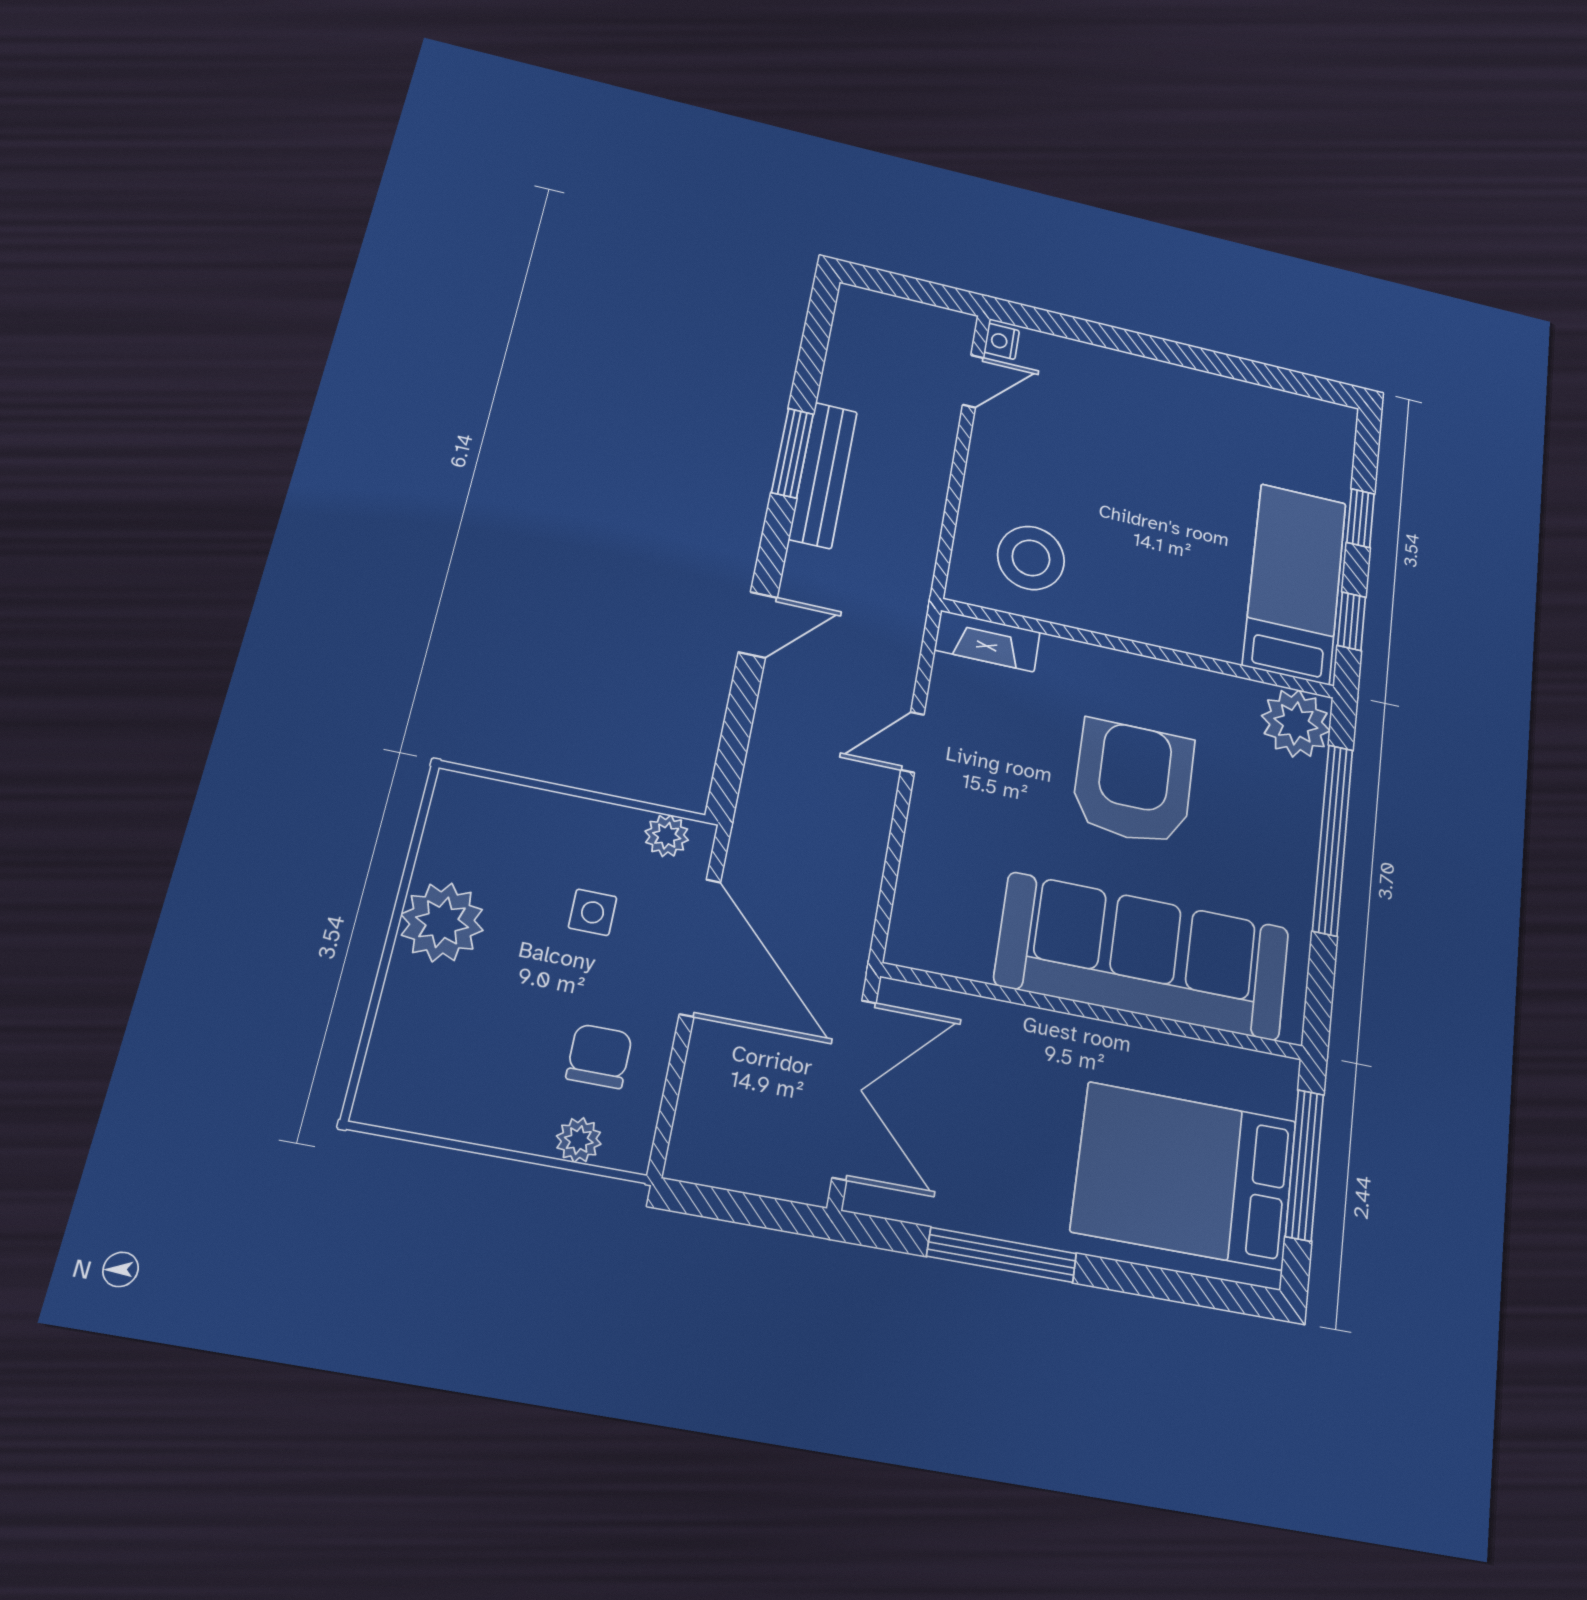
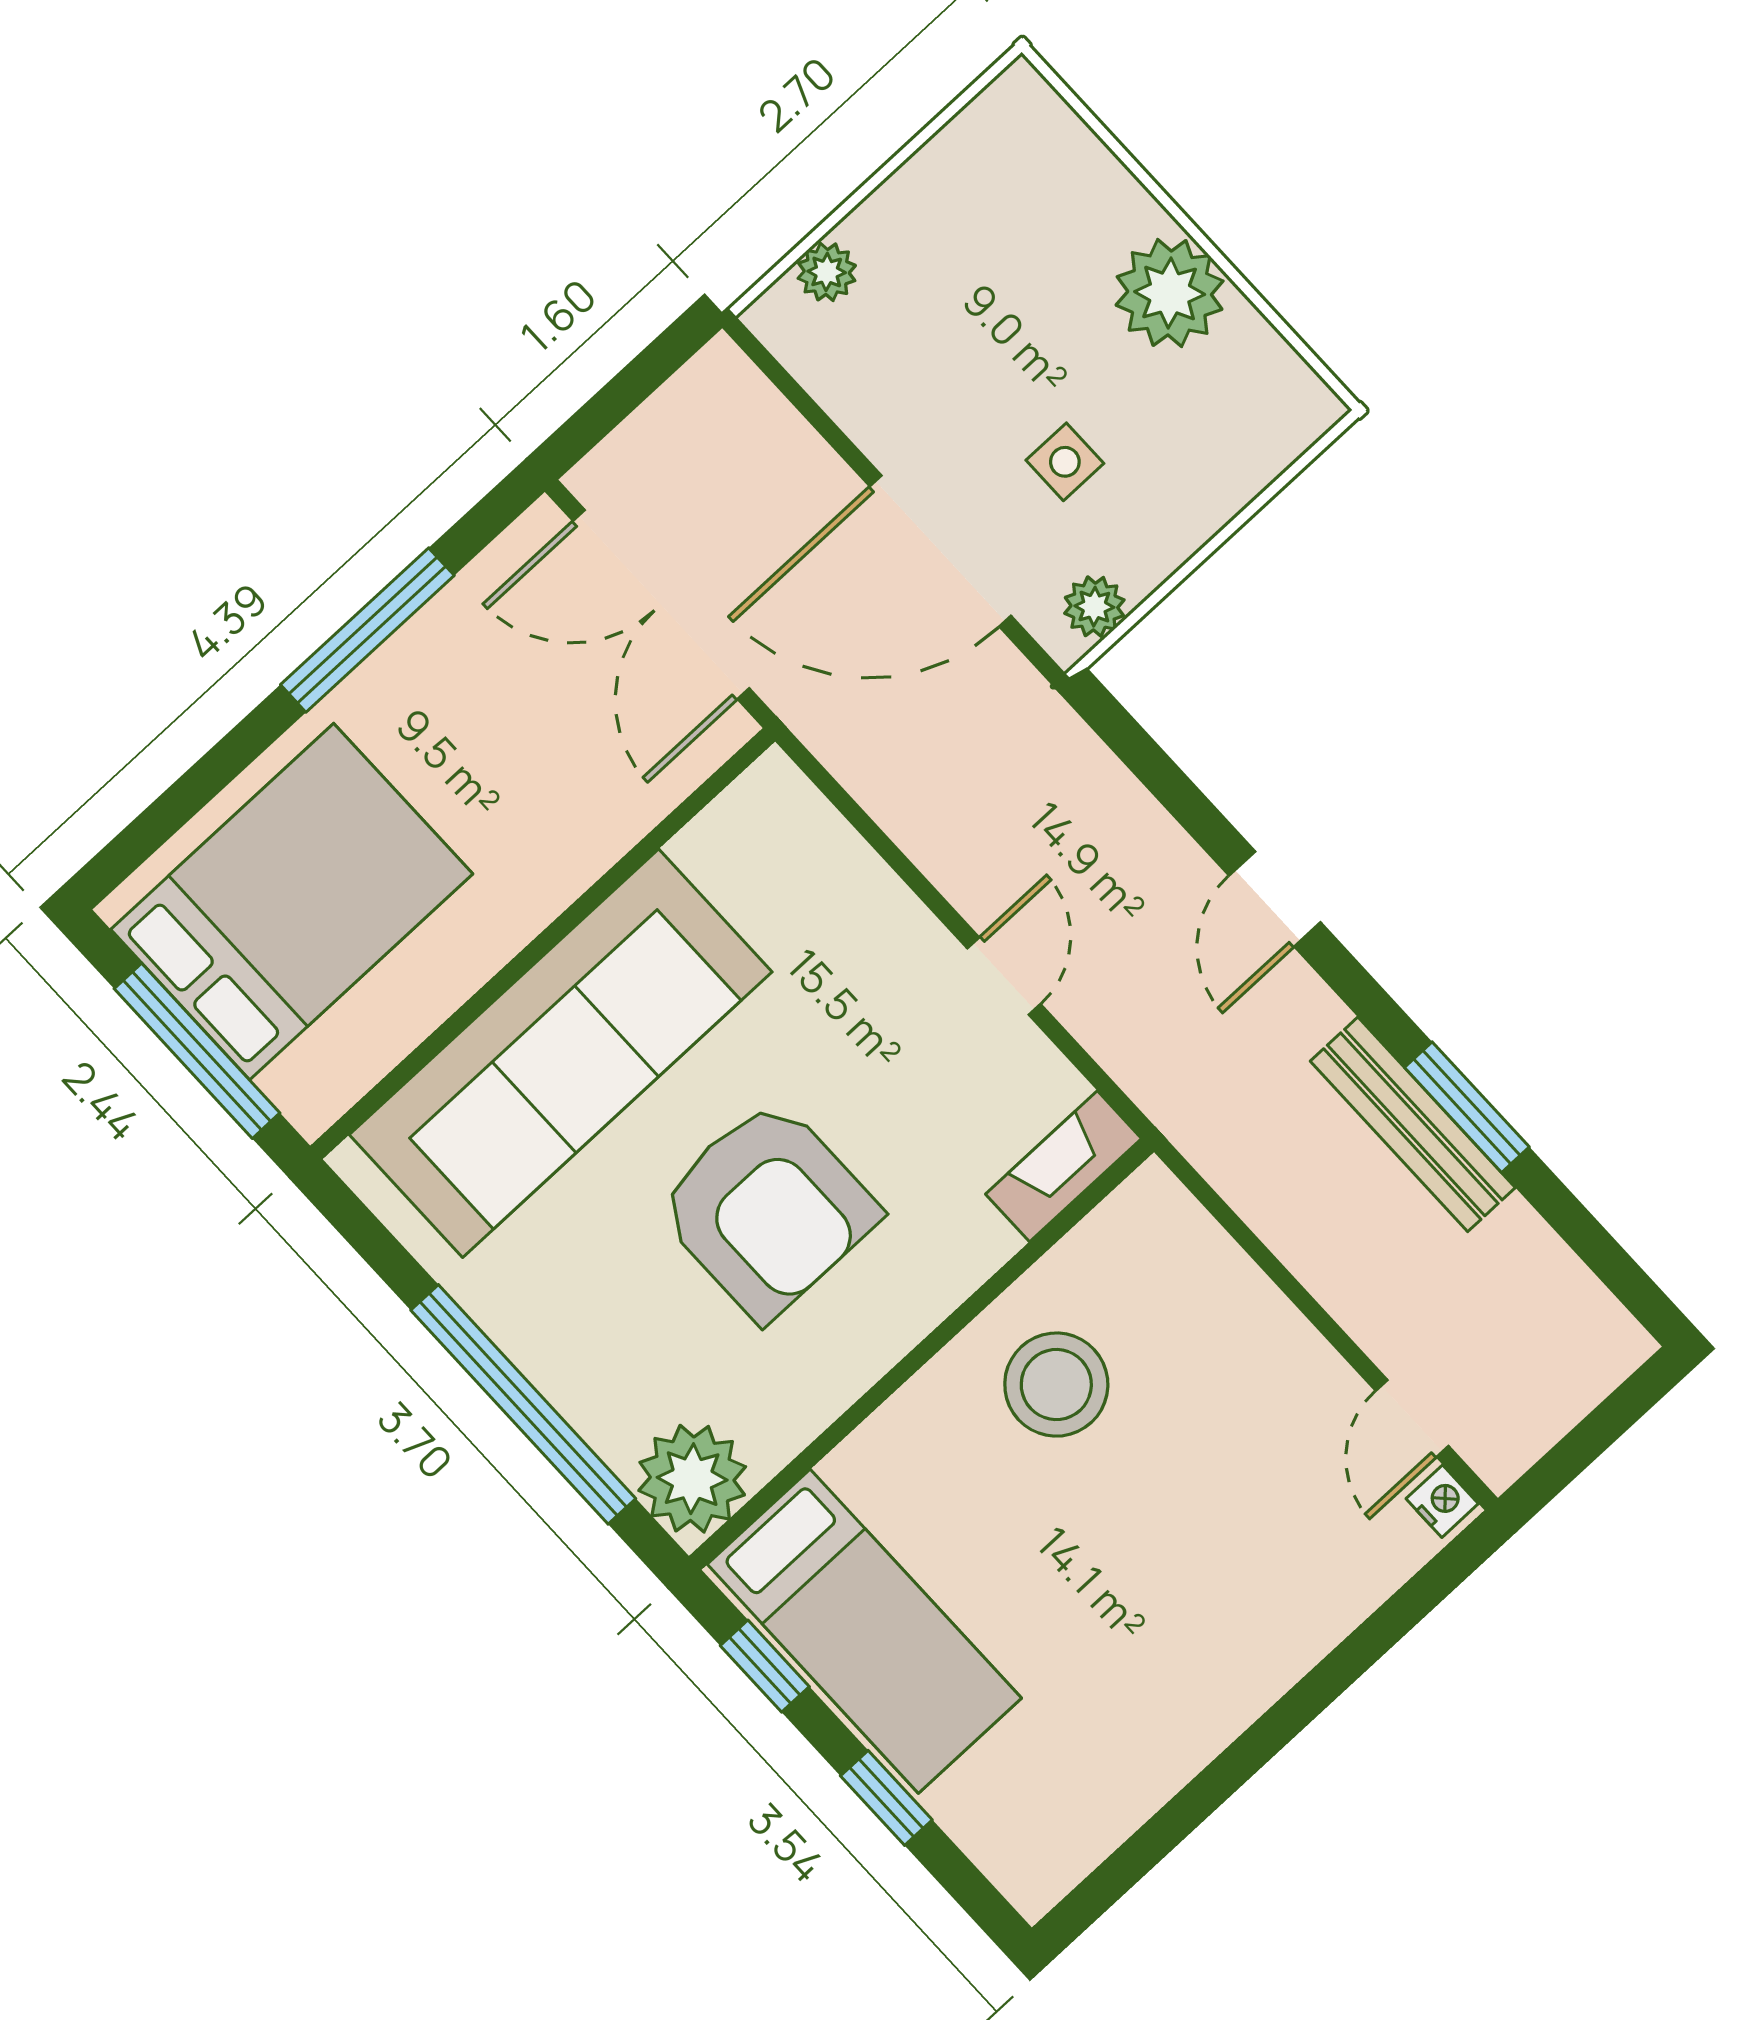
stool: (1031, 558) -> (1056, 1385), moved
chair: (599, 1056) -> (900, 356), removed

